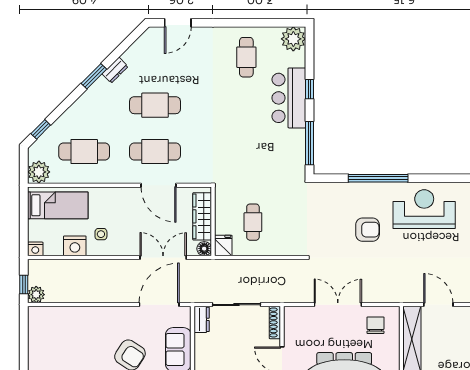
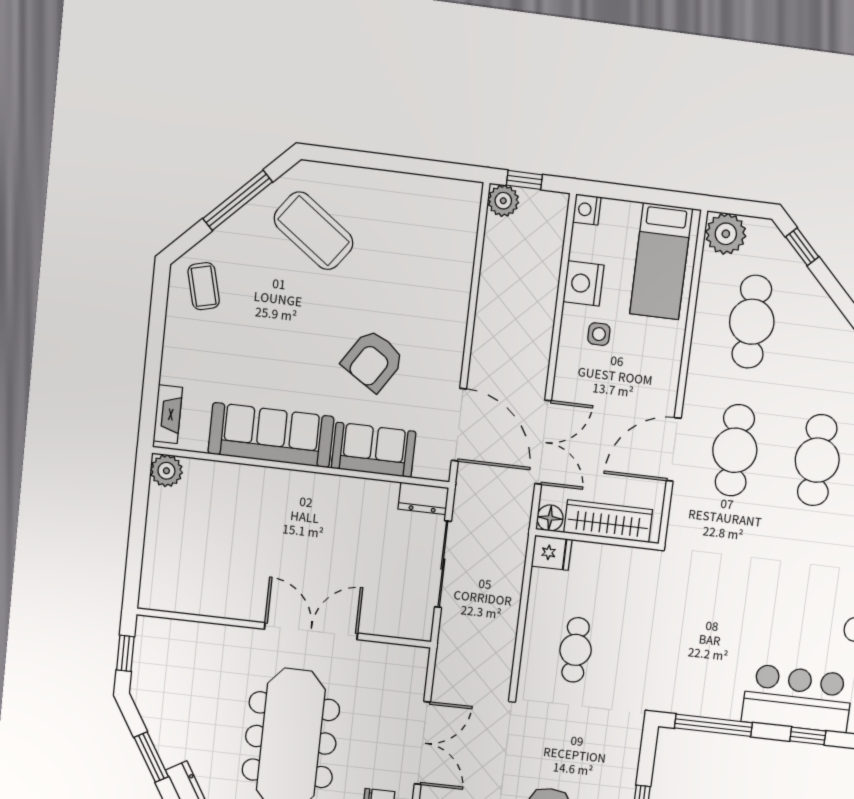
cafe table: (253, 222) -> (576, 650), moved, turned 90
shoe rack: (275, 322) -> (403, 629), removed

